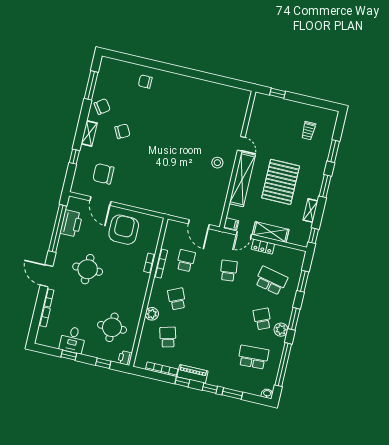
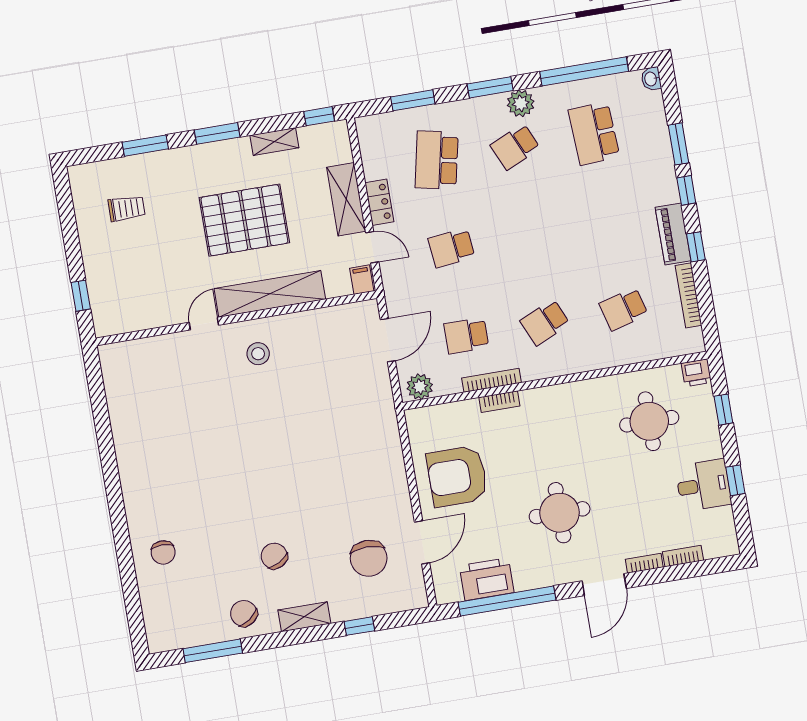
plant: (152, 314) -> (420, 387), moved

